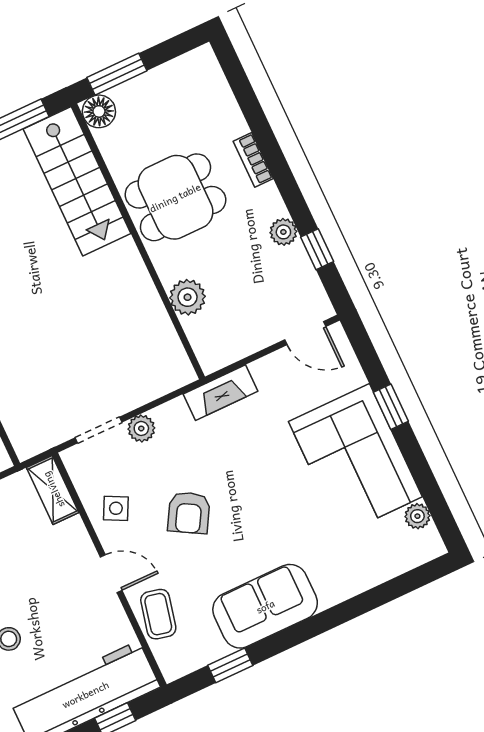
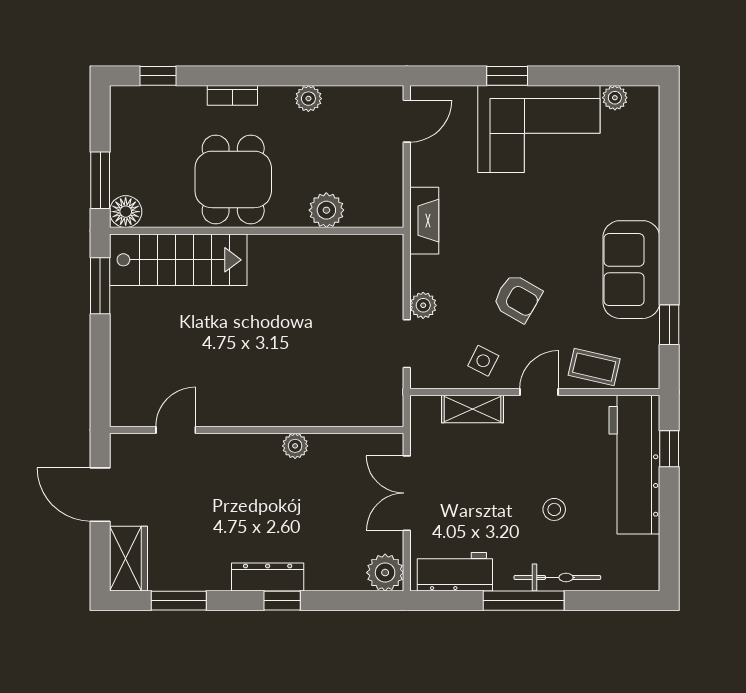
window: (317, 249) -> (158, 76), moved
shelving: (53, 490) -> (473, 409), moved

